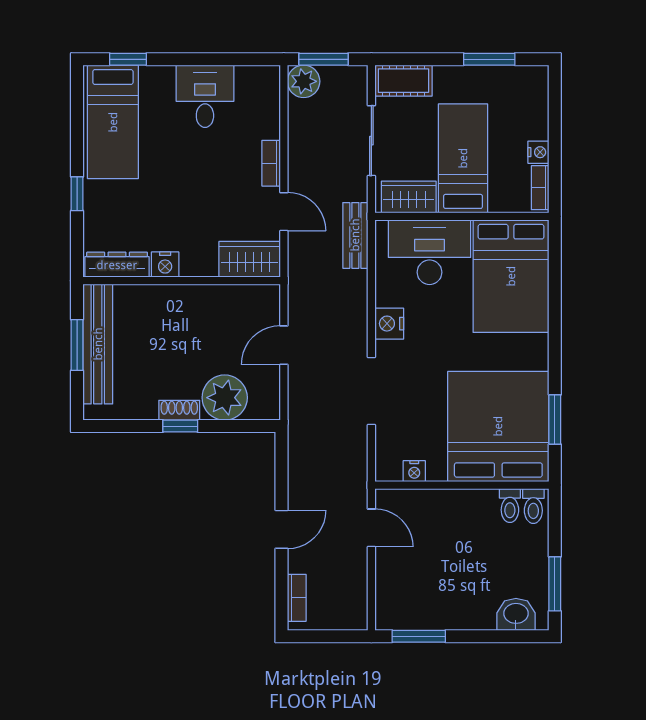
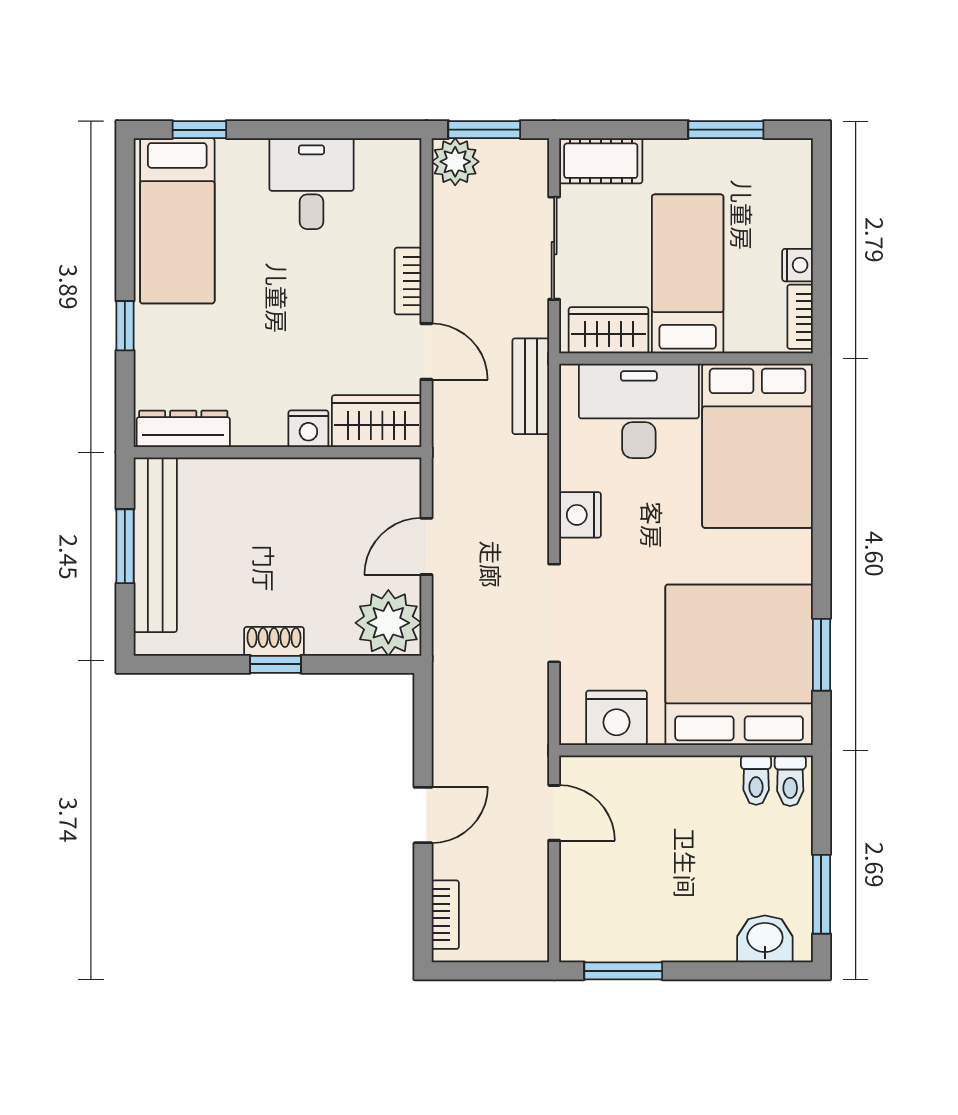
nightstand: (165, 265) -> (308, 429), moved
plant: (225, 398) -> (388, 623), moved
nightstand: (414, 471) -> (617, 718), width x1.89, depth x1.79

